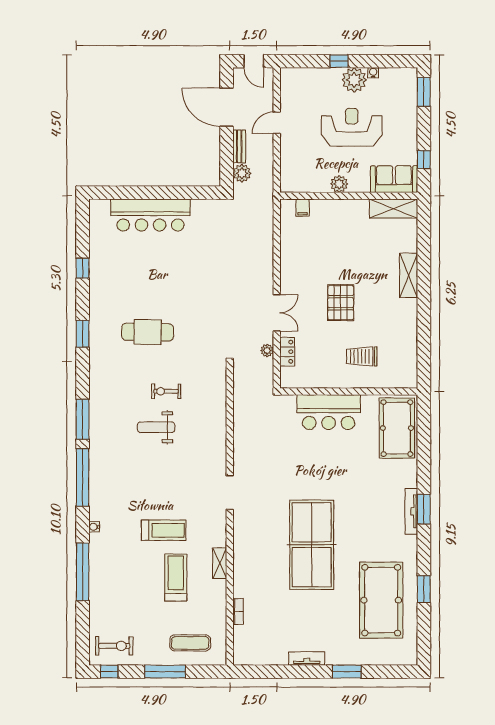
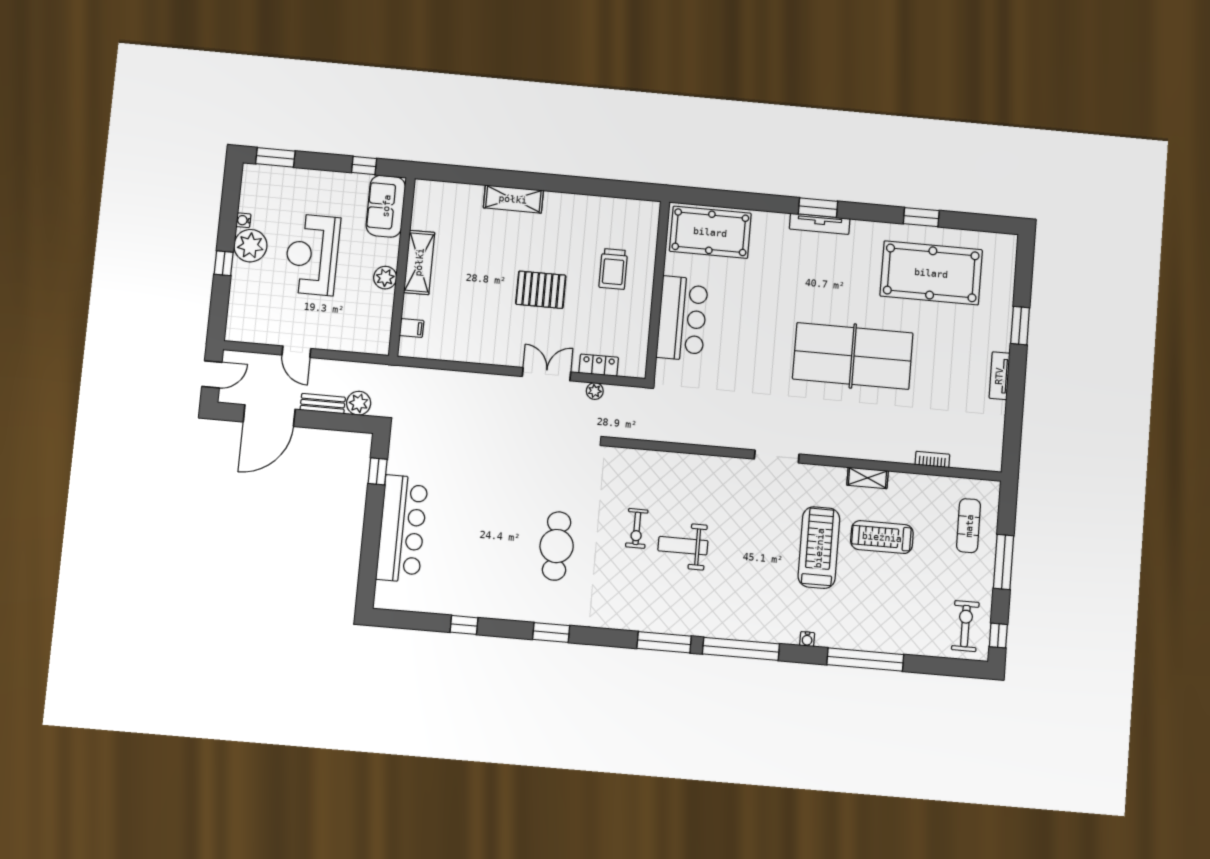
window: (192, 193) -> (378, 471), added
shelving: (393, 209) -> (419, 262), moved
weight bench: (156, 427) -> (683, 546), turned 90
treadmill: (164, 530) -> (819, 548), width x1.37, depth x1.38

